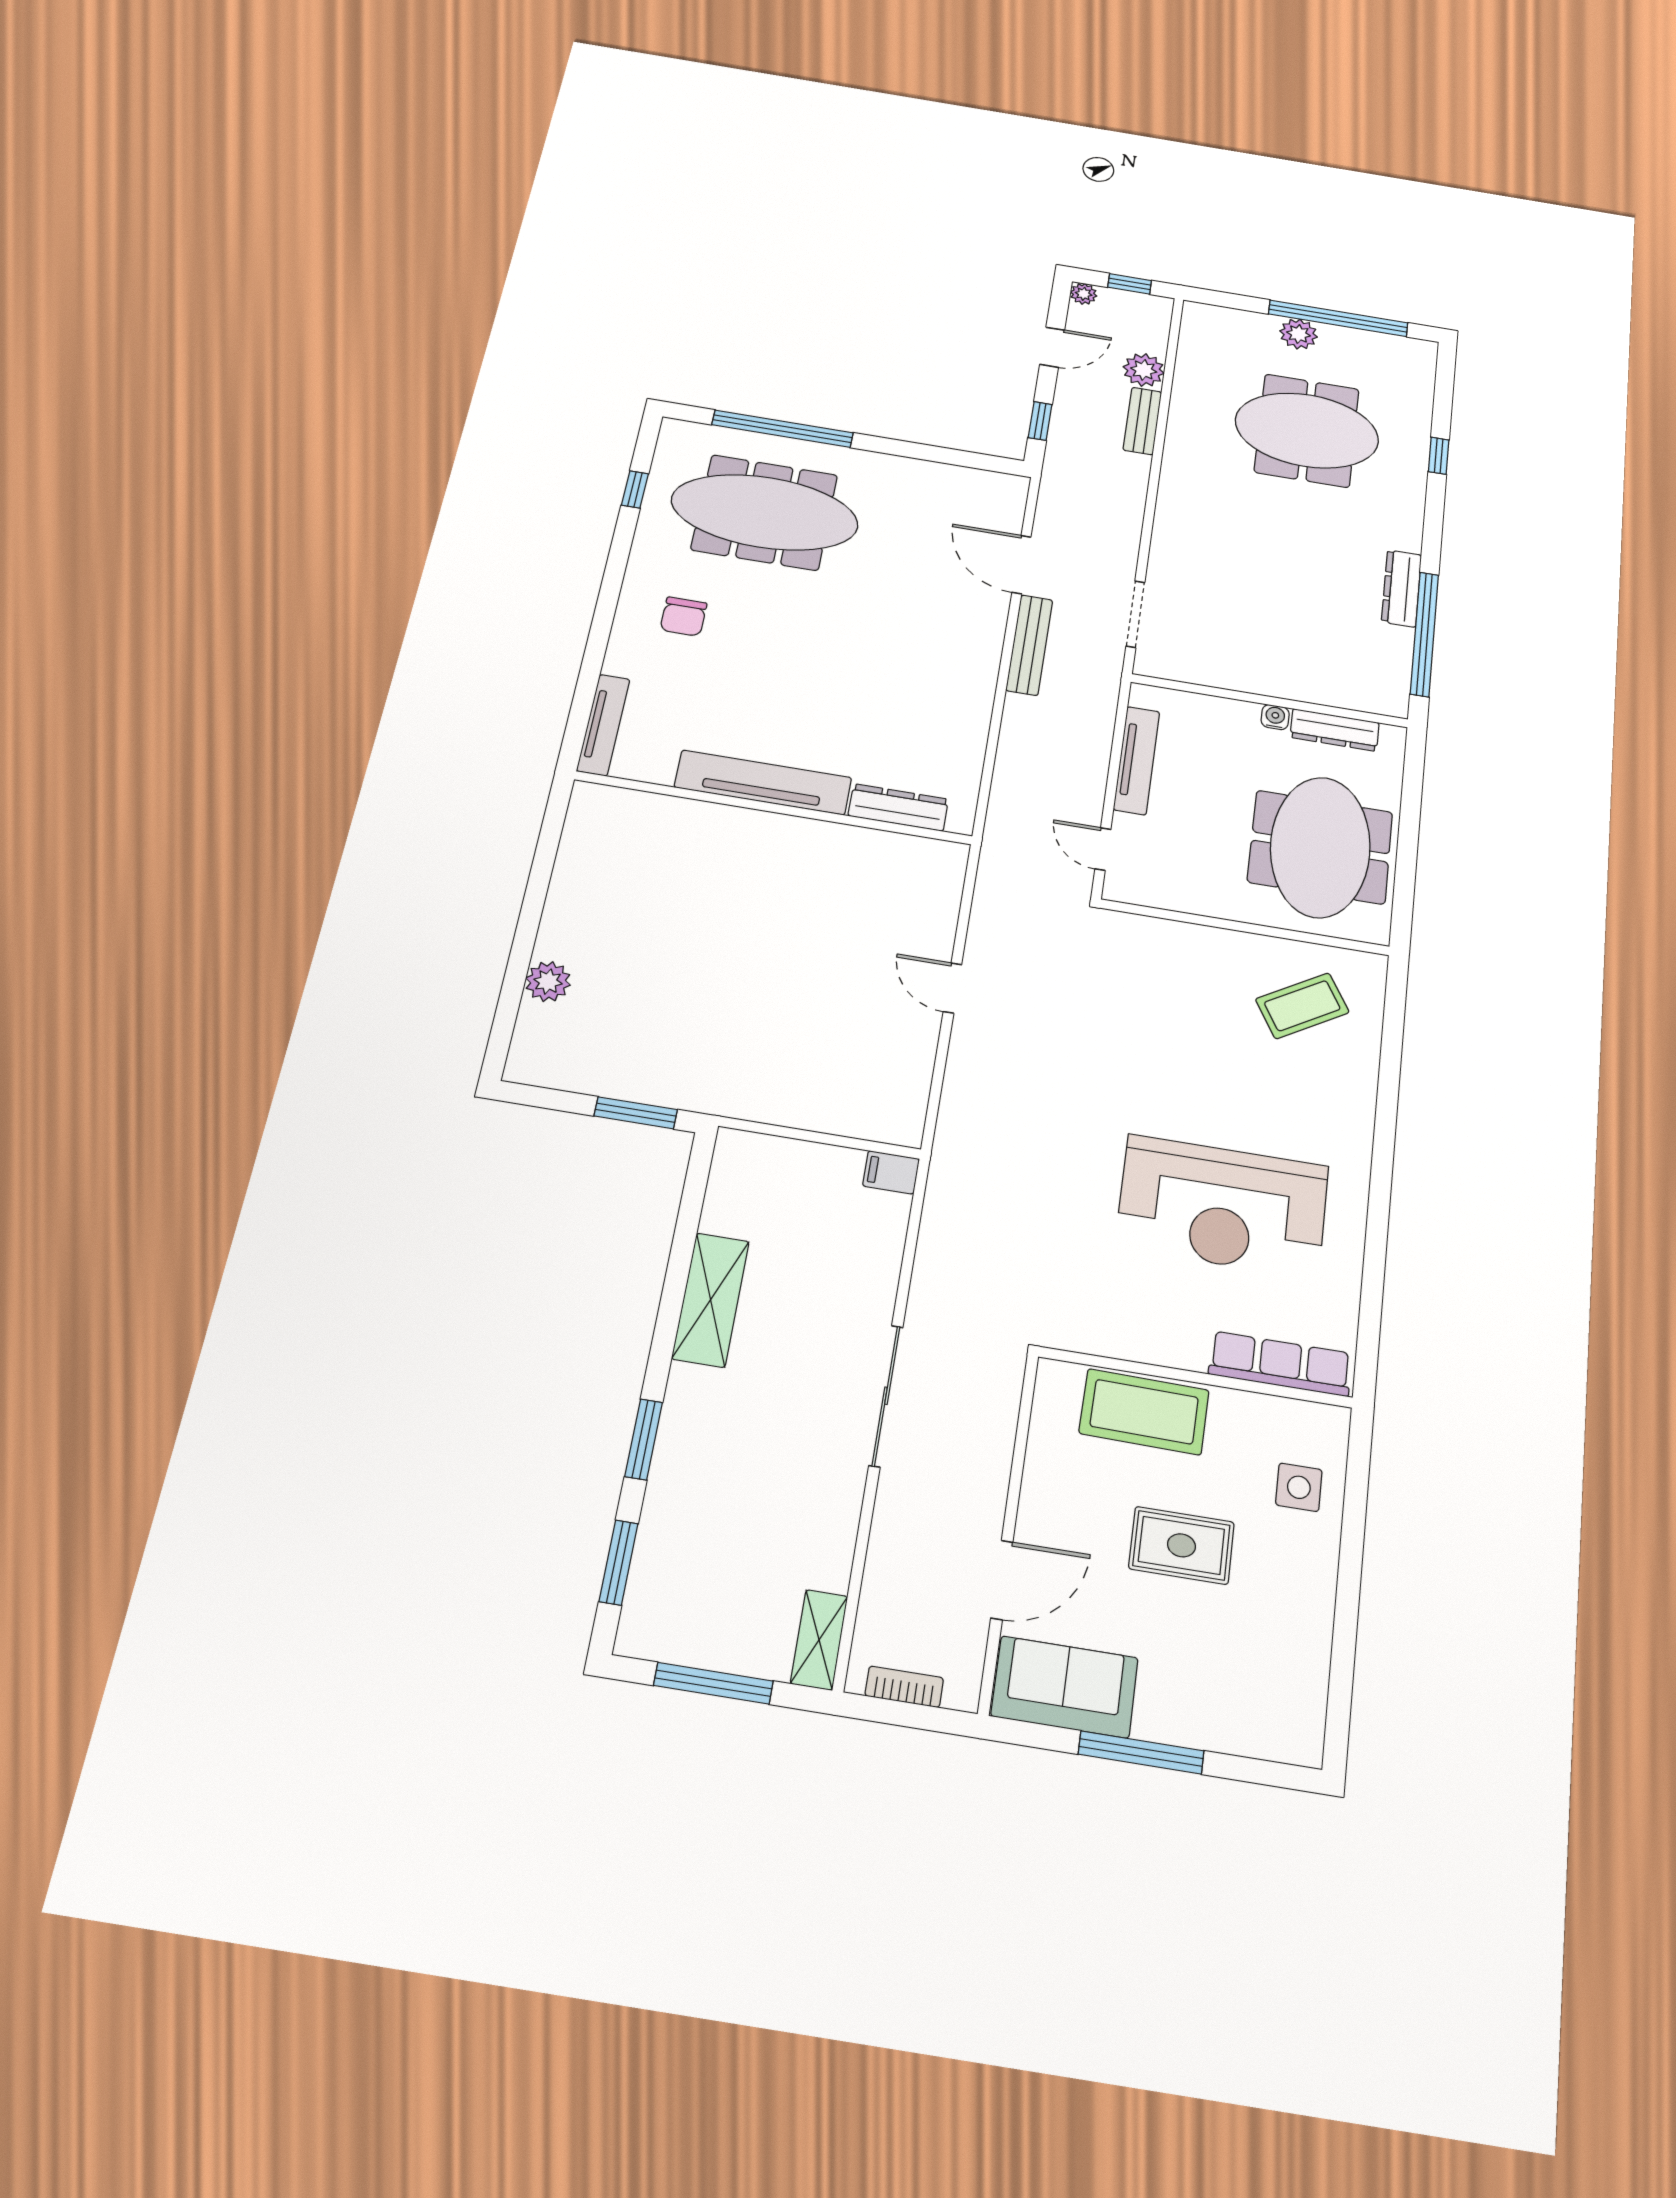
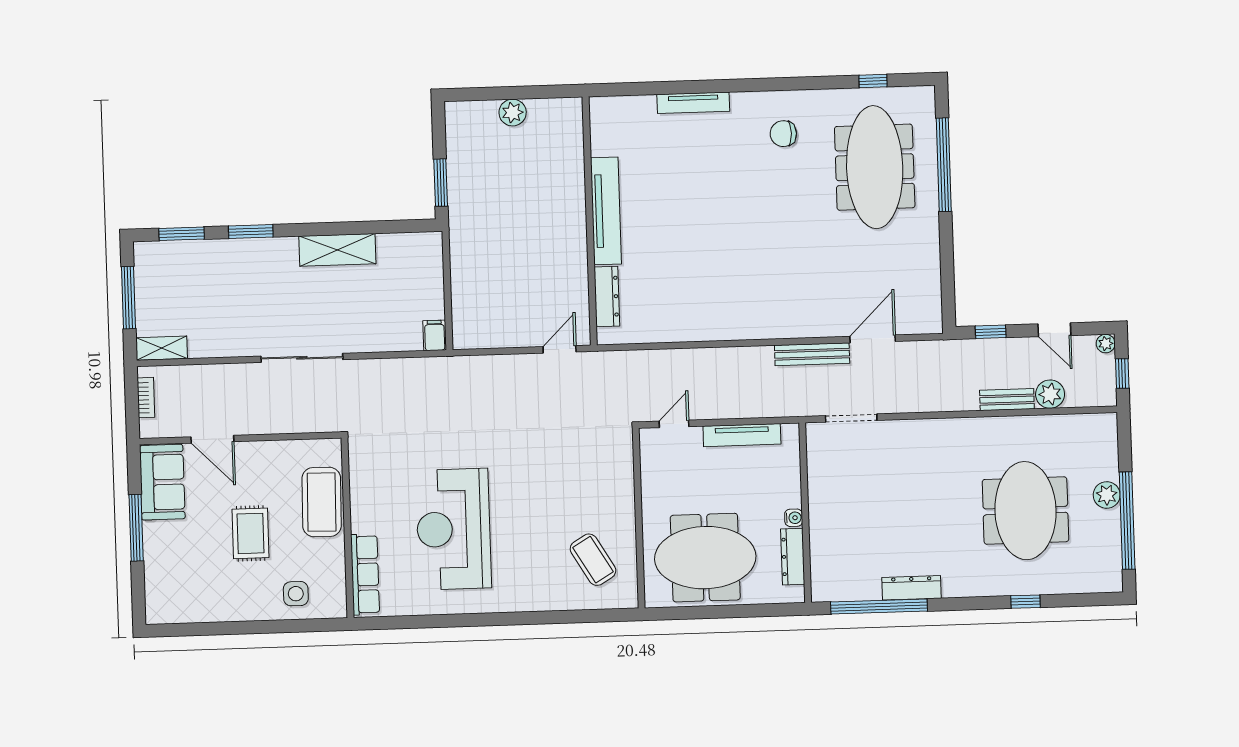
tv unit: (763, 782) -> (606, 211), moved
dresser: (898, 807) -> (607, 296), moved
wall: (773, 808) -> (590, 221), moved

